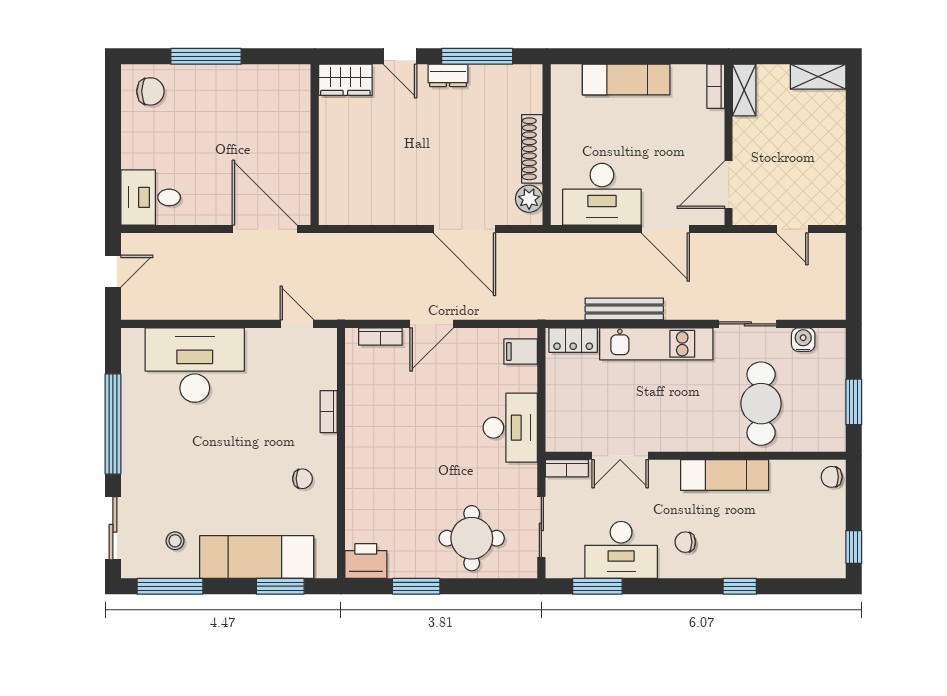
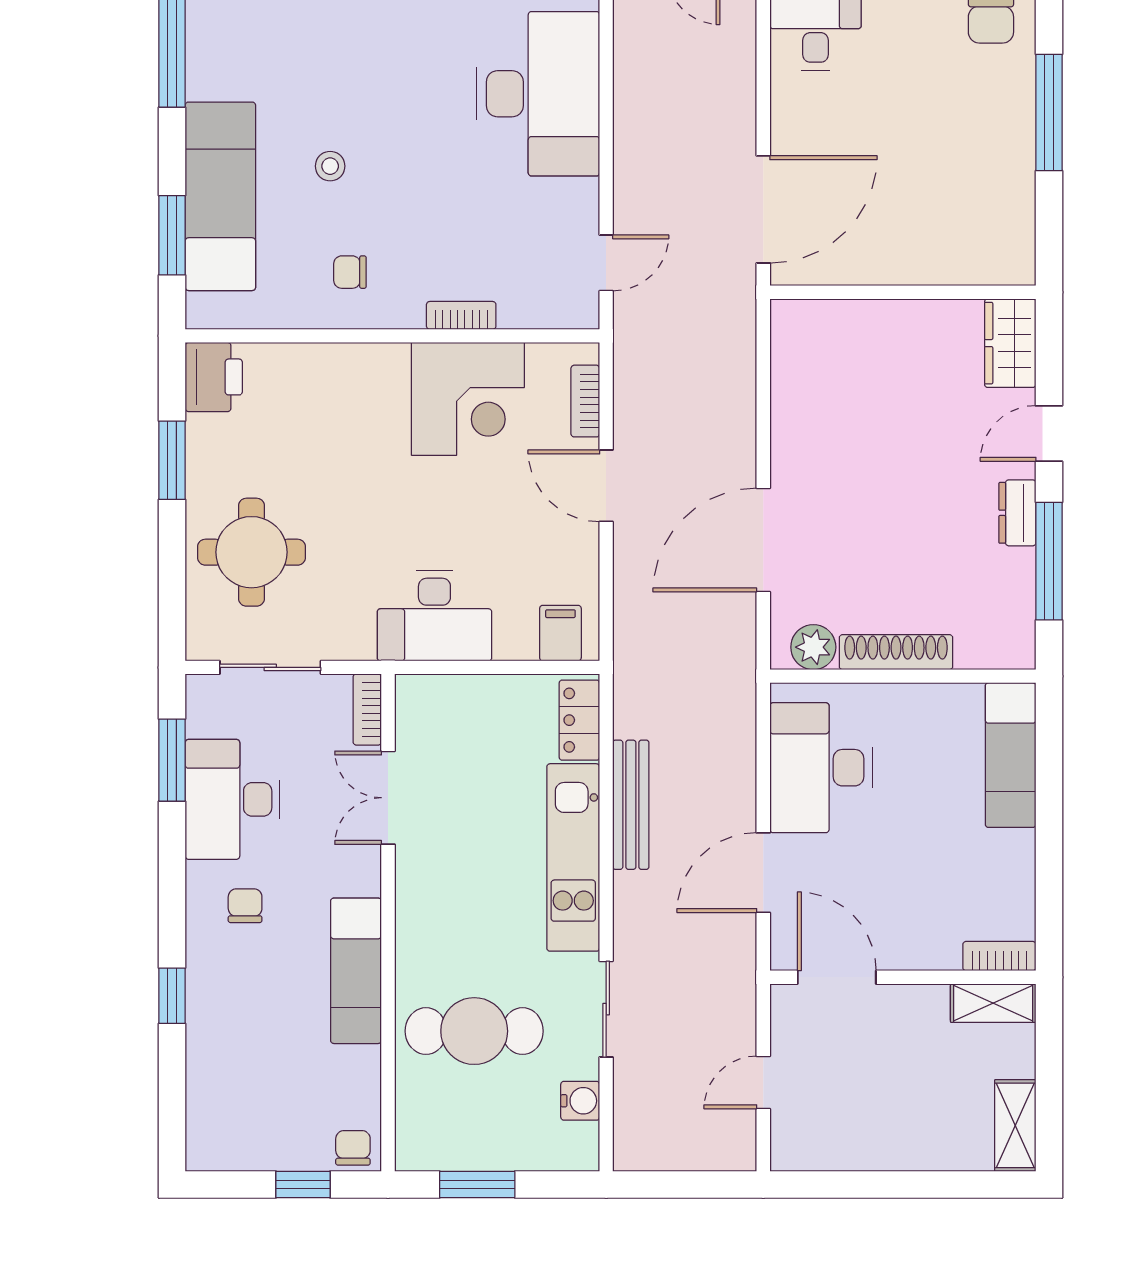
exam couch: (626, 80) -> (1011, 755), moved
corner desk: (379, 407) -> (468, 399), added
chair: (302, 479) -> (350, 272), turned 90
stool: (175, 541) -> (330, 166), moved
window: (854, 547) -> (303, 1184), moved

